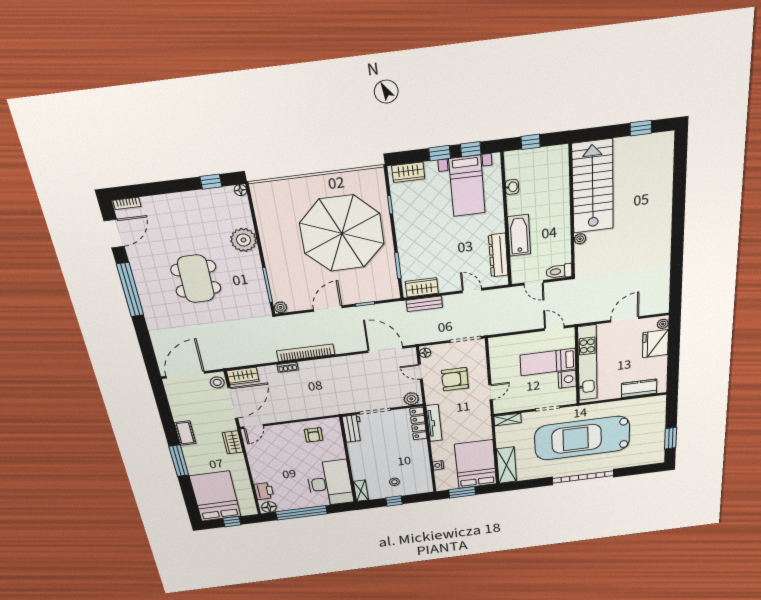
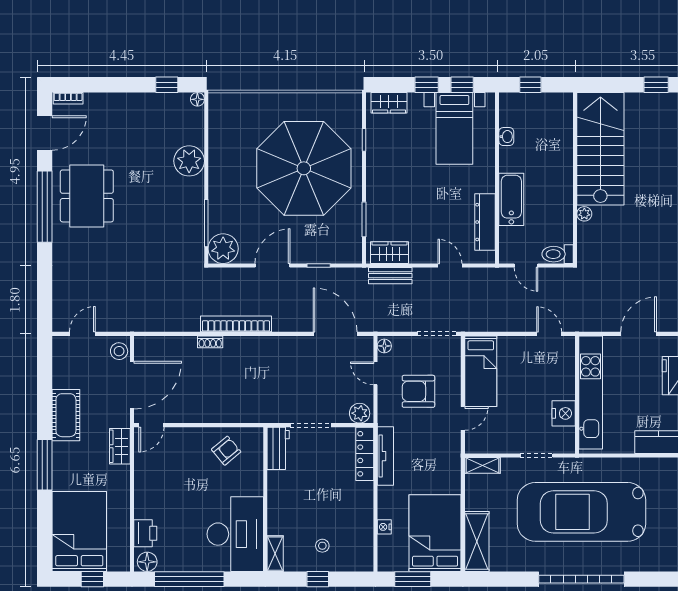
dining table: (196, 279) -> (87, 196), moved
plant: (280, 307) -> (223, 249), width x1.88, depth x1.88
bed: (548, 362) -> (481, 371), moved, turned -90
door: (185, 375) -> (82, 334), width x0.53
wardrobe: (243, 376) -> (153, 347), removed
cot: (185, 433) -> (66, 415), width x1.37, depth x1.34
armchair: (314, 435) -> (226, 451), turned -130

